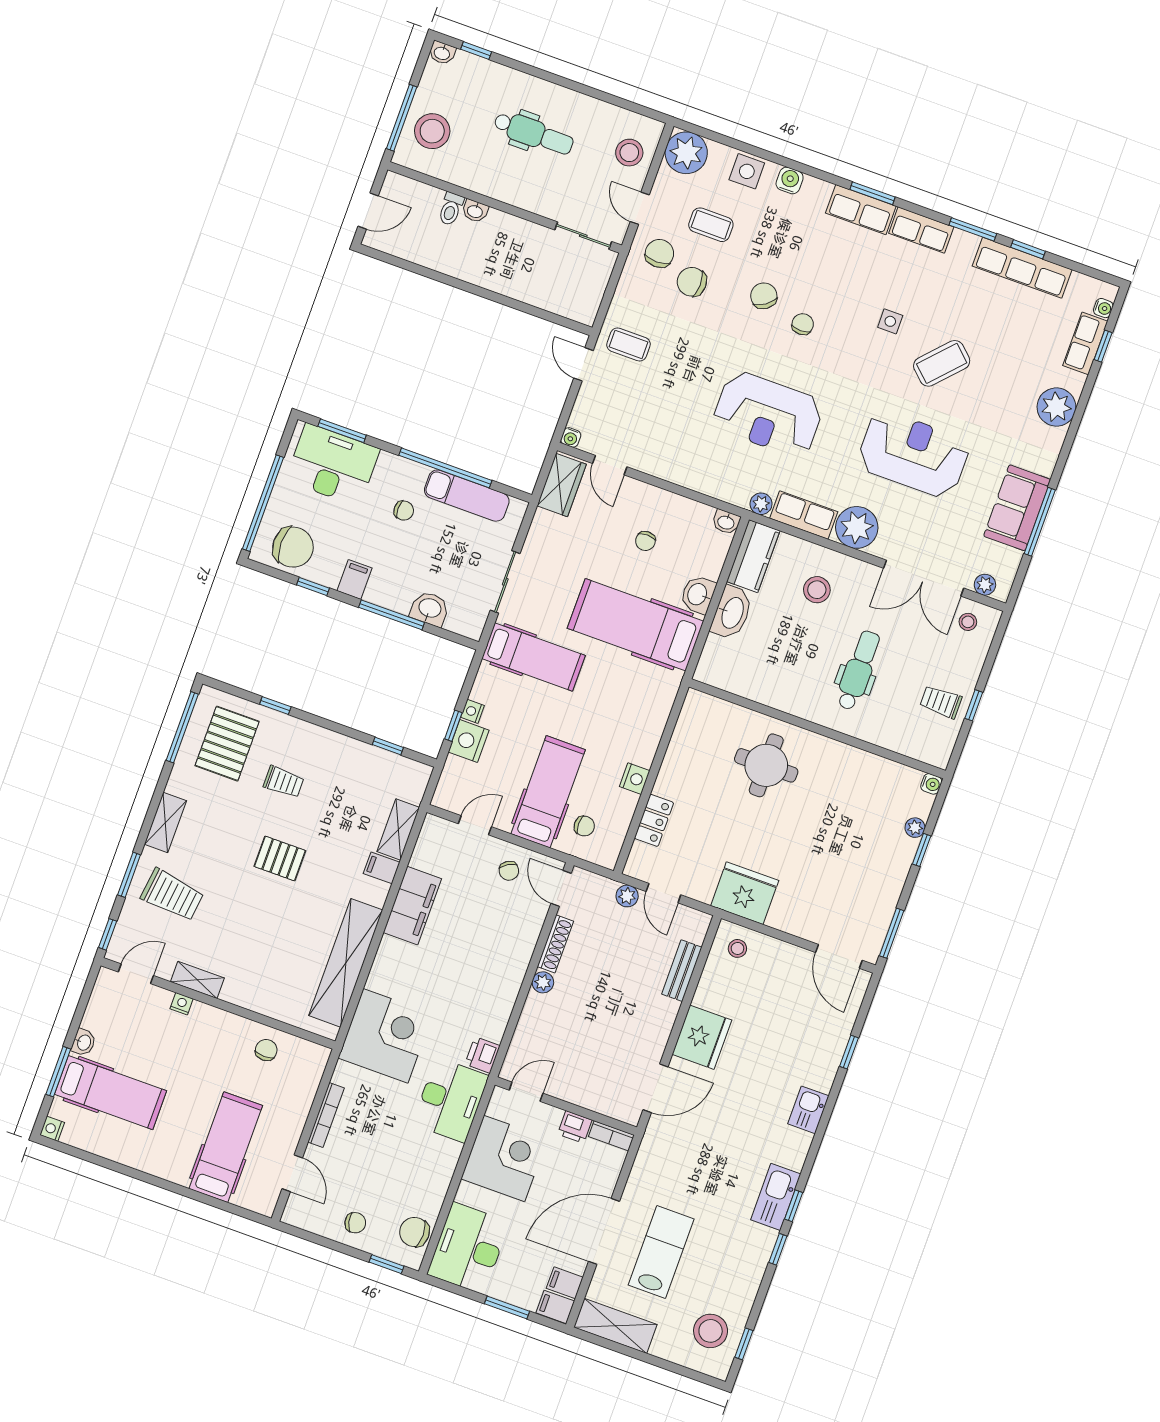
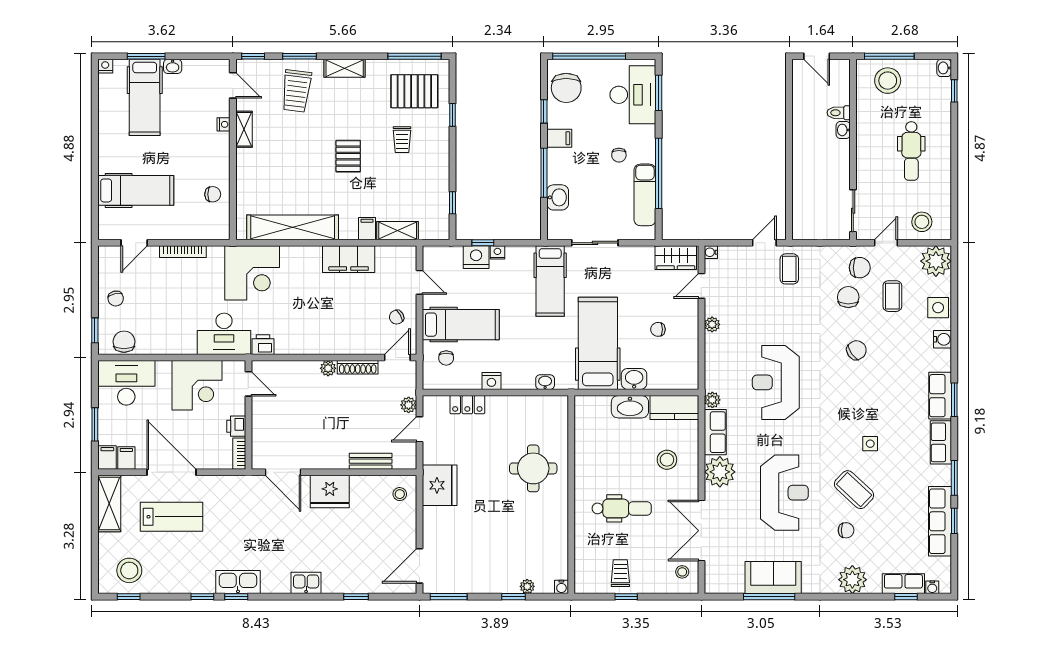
chair: (803, 324) -> (846, 530), moved
washbasin: (726, 522) -> (545, 382), moved, turned 90
plant: (985, 585) -> (712, 324), moved

